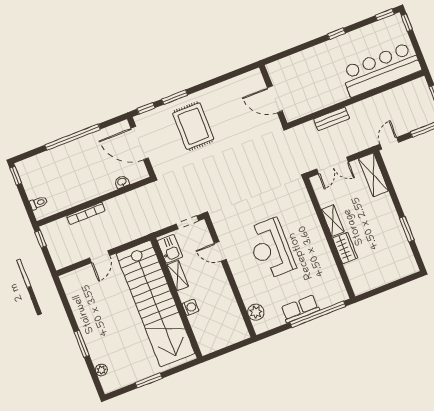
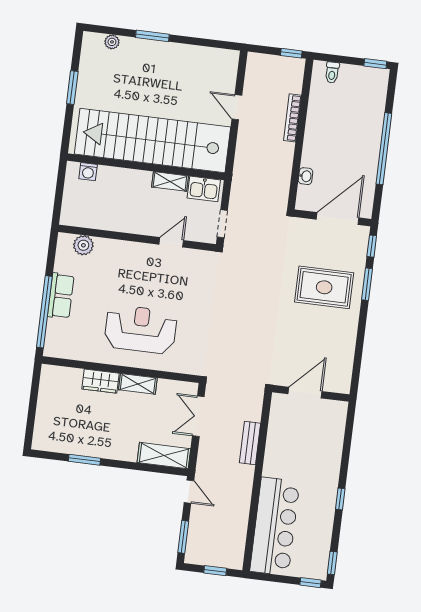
reception desk: (271, 249) -> (141, 329), moved
washing machine: (190, 307) -> (88, 172), moved

